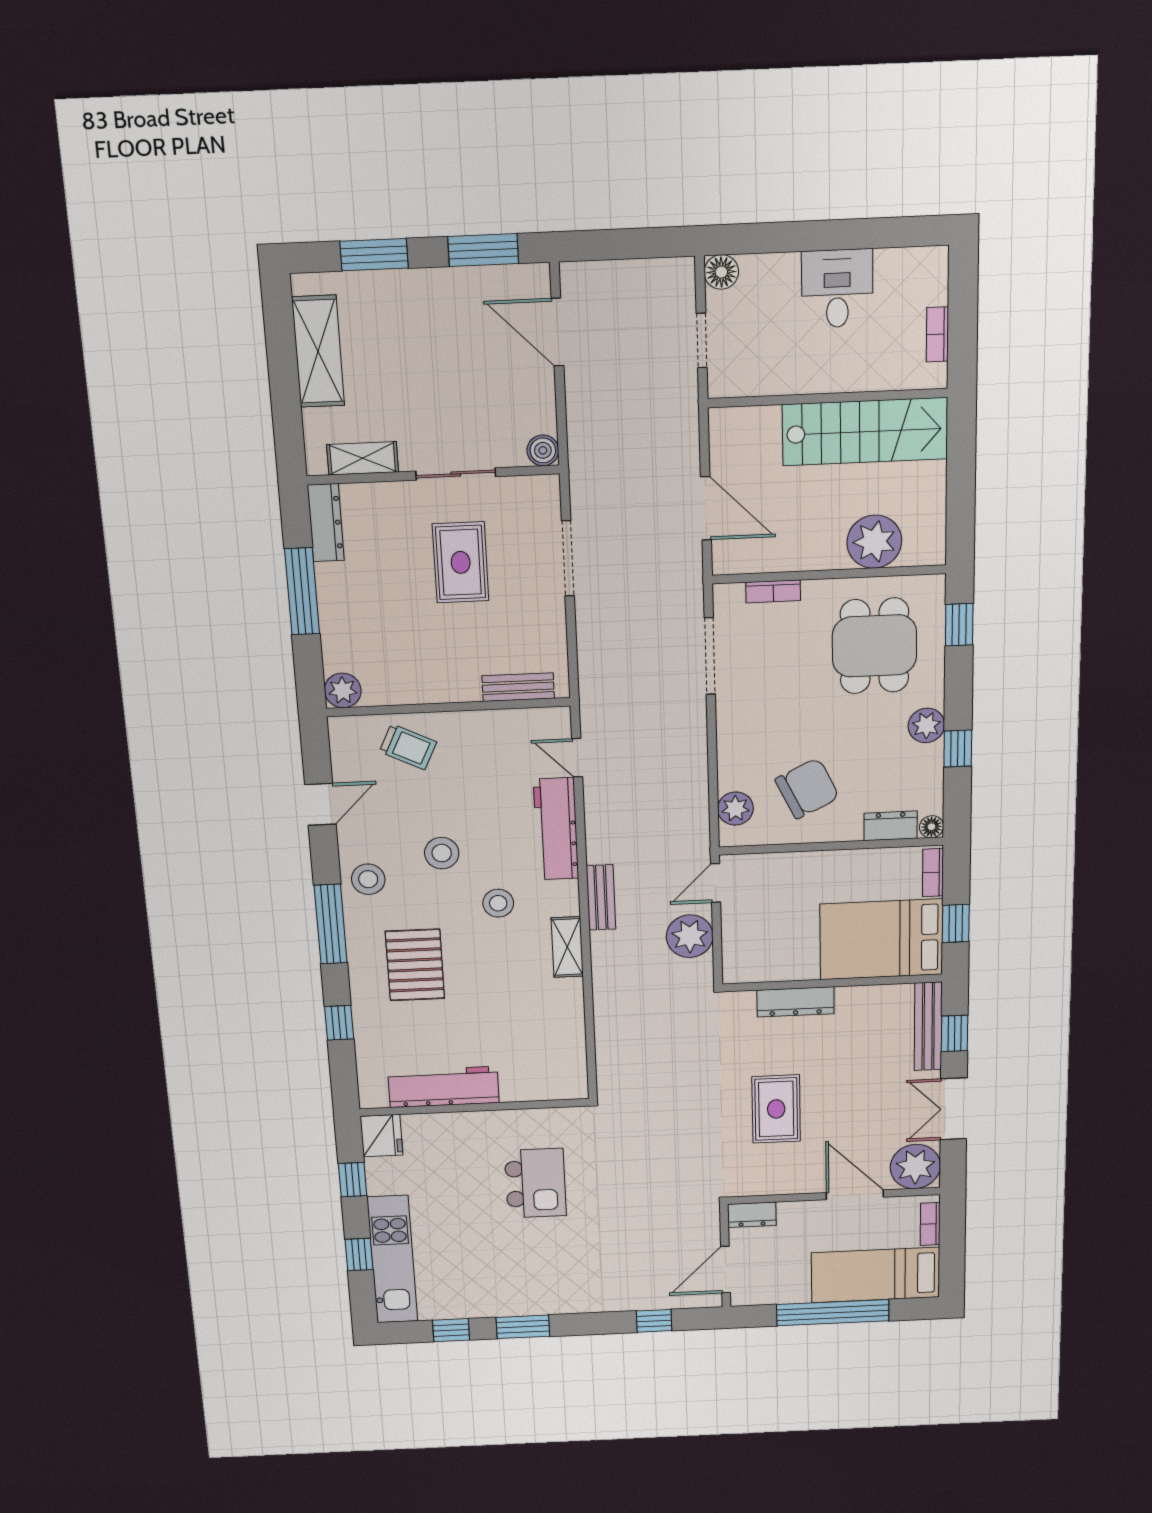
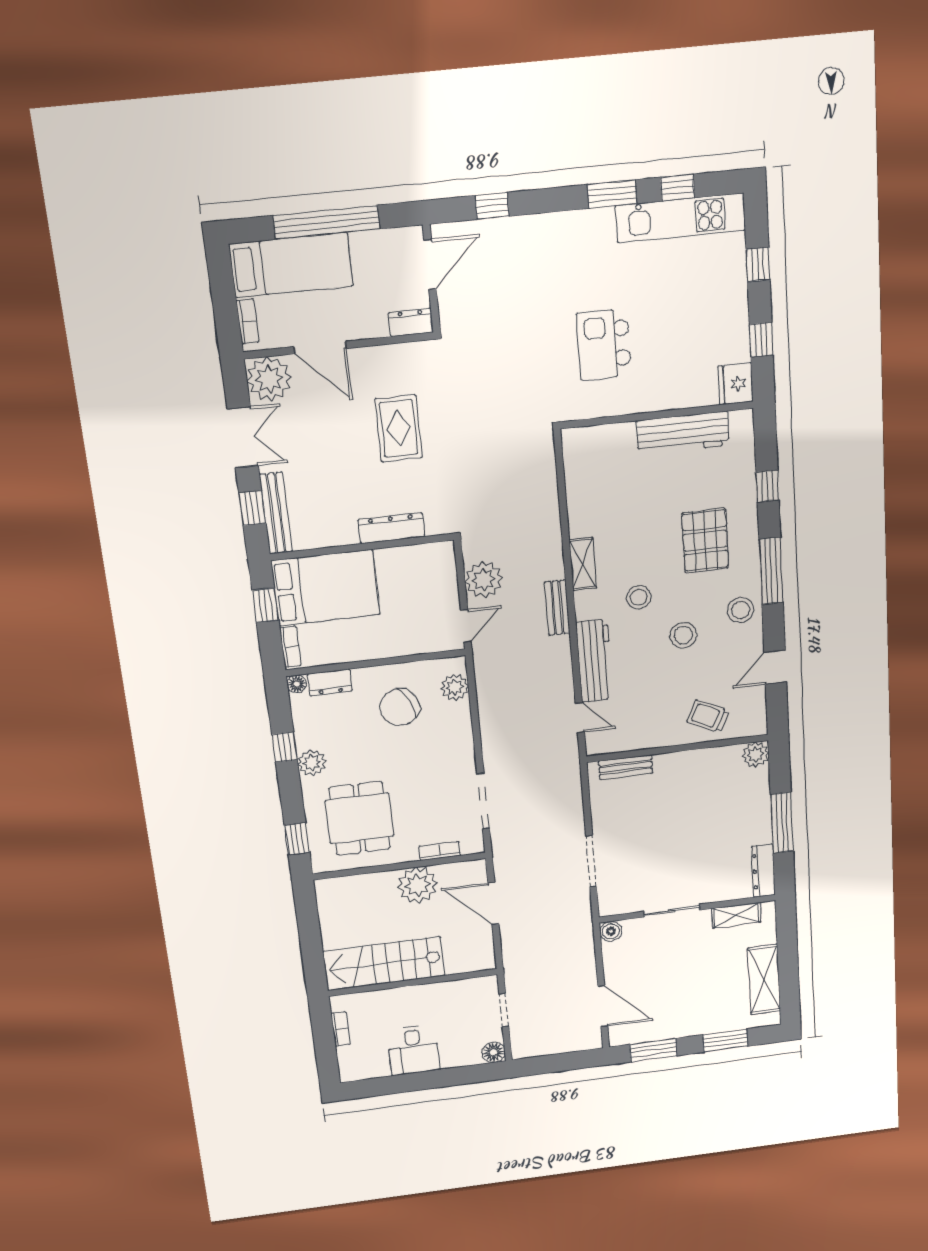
plant: (874, 542) -> (418, 885), moved
rug: (461, 562) -> (668, 852), removed
kitchen unit: (392, 1259) -> (681, 218), moved, turned -90

